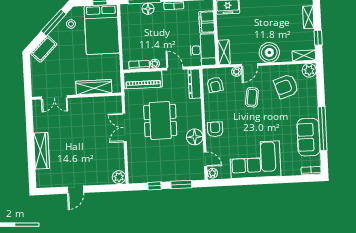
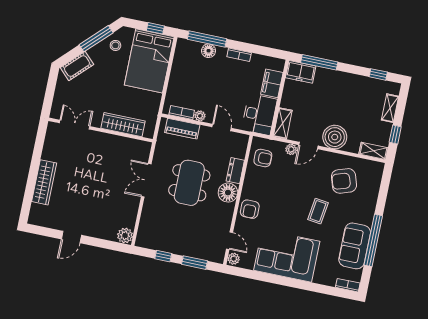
plant: (309, 70) -> (375, 169), removed
piano: (143, 80) -> (182, 129), width x0.73, depth x0.75
dresser: (194, 84) -> (235, 171), moved, width x0.70
armchair: (215, 85) -> (263, 158), turned -81
double door: (54, 97) -> (75, 125), swing flipped
coffee table: (252, 97) -> (318, 211), moved
armchair: (215, 129) -> (250, 209), turned 180
floor lamp: (195, 137) -> (228, 193), moved

